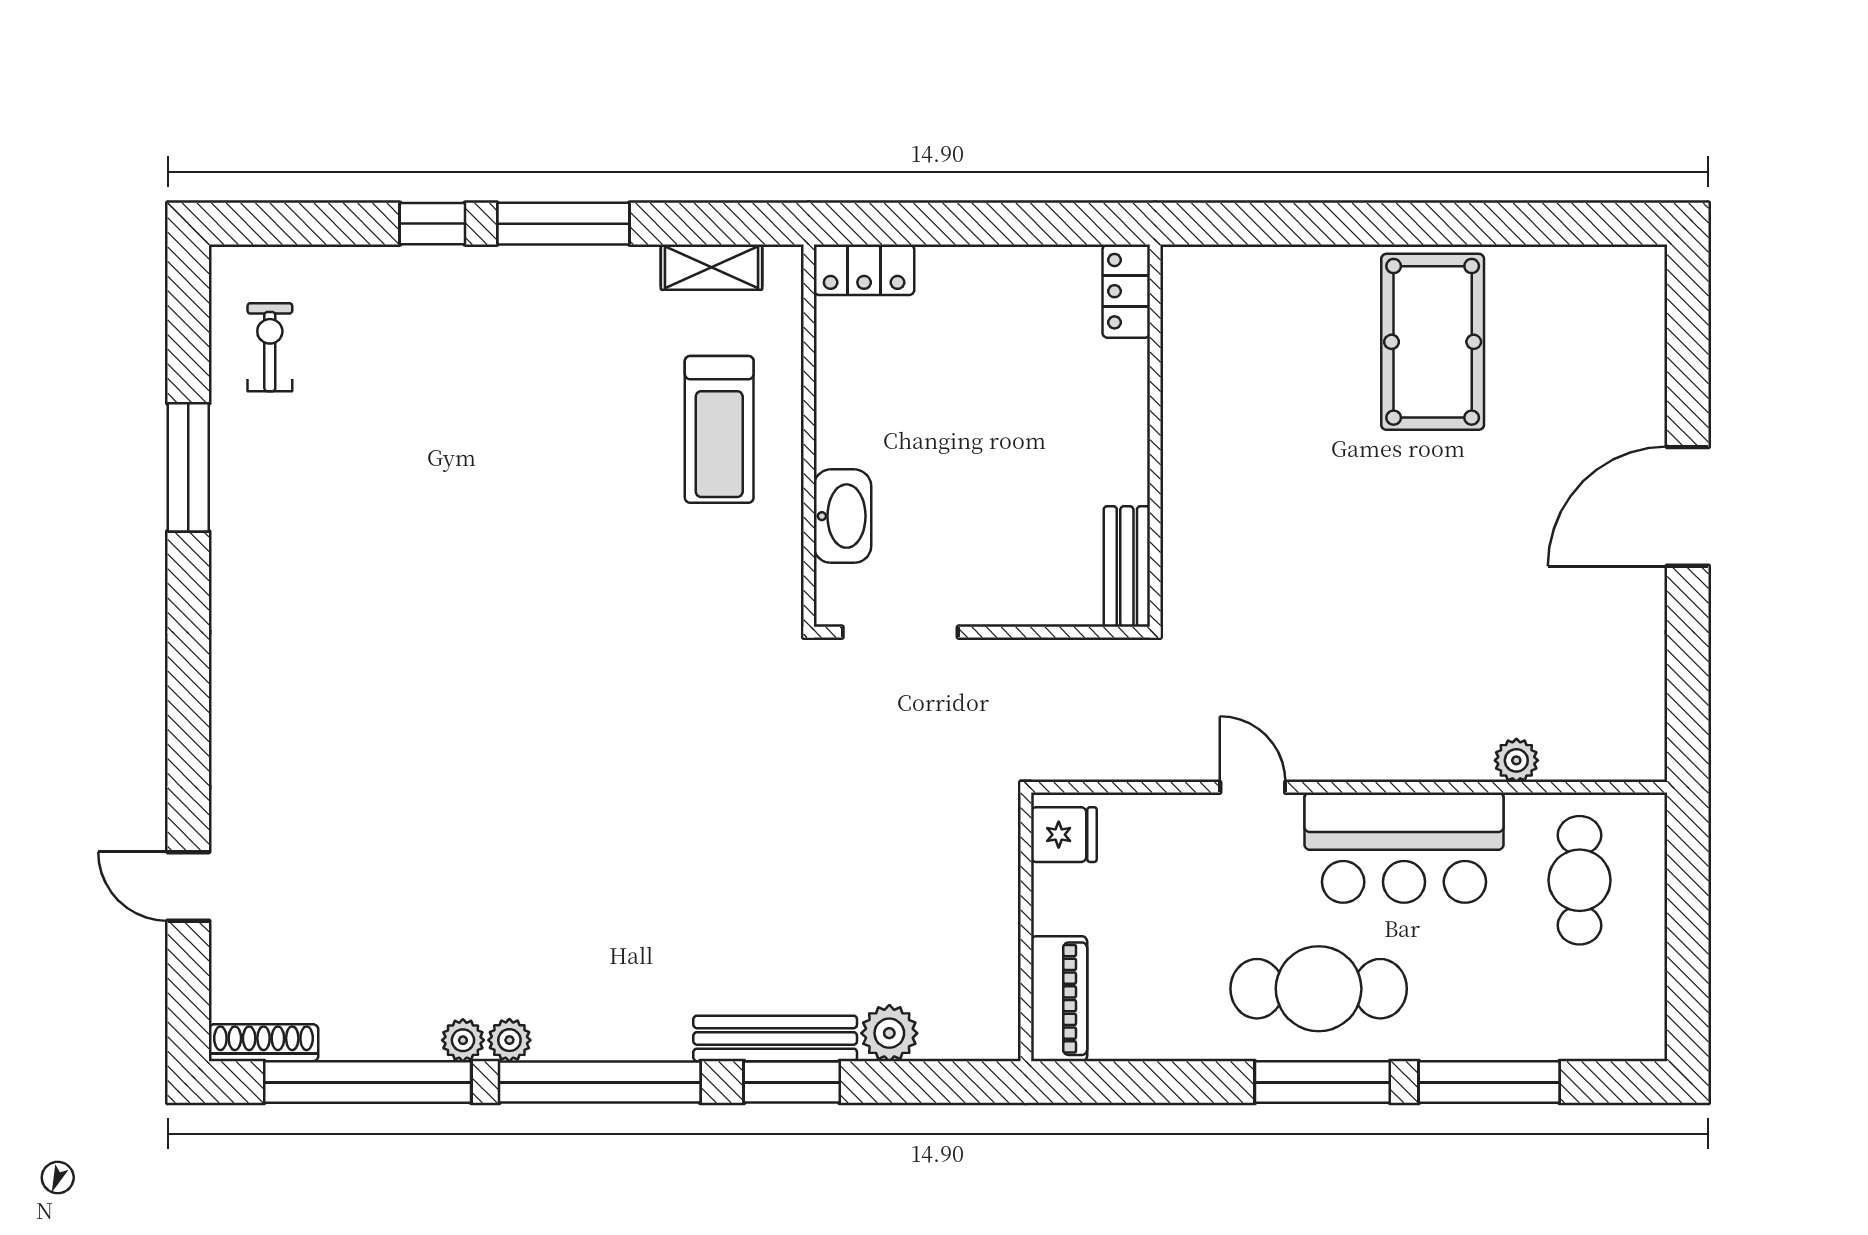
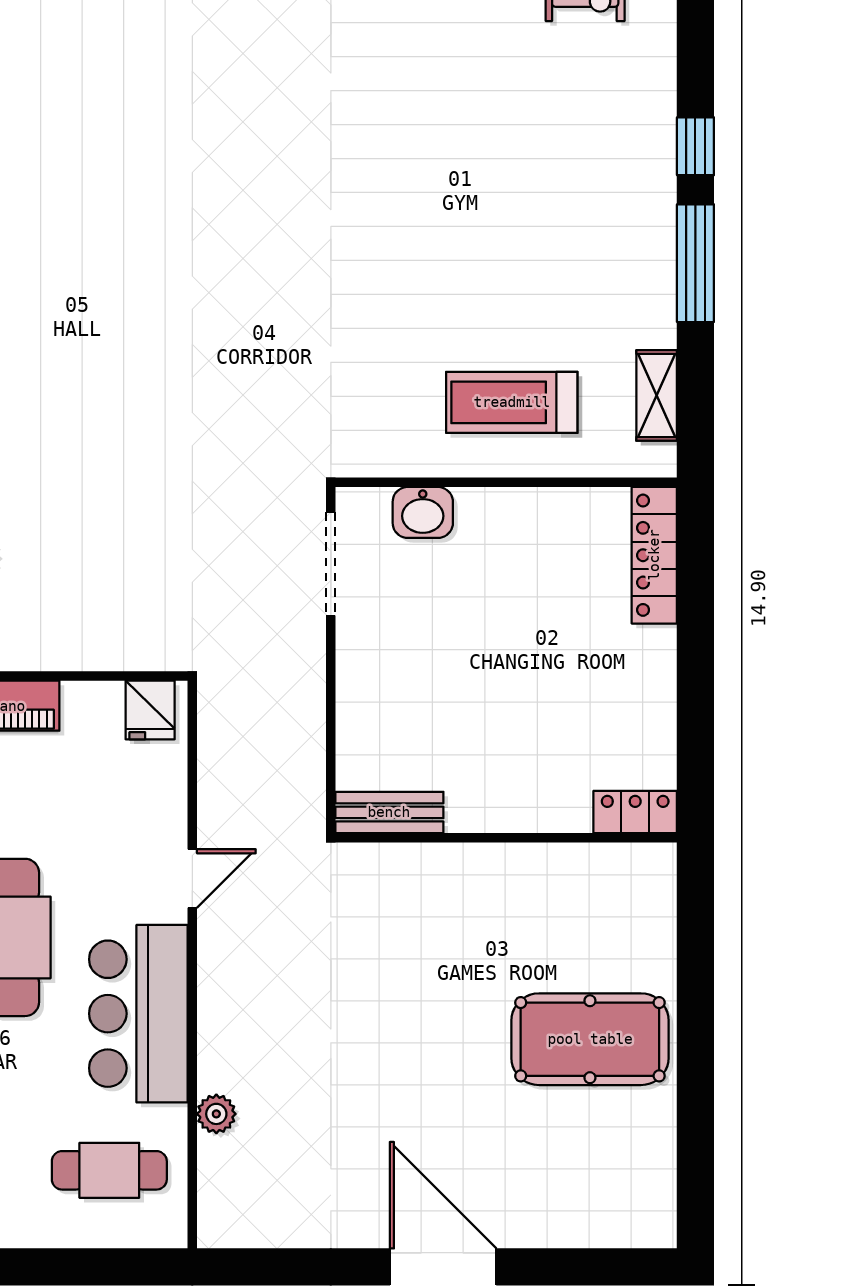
locker: (864, 270) -> (654, 555), width x1.53
locker: (1126, 291) -> (635, 812), moved
wall: (1155, 436) -> (506, 838), moved
washbasin: (842, 516) -> (423, 512), width x0.72
bench: (1127, 567) -> (389, 812), moved

